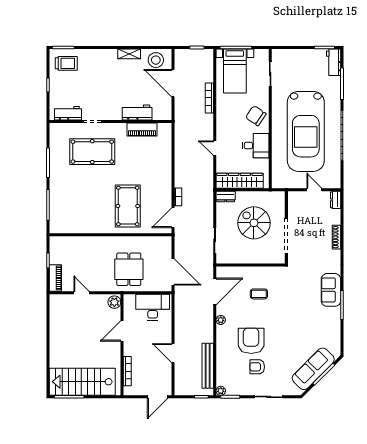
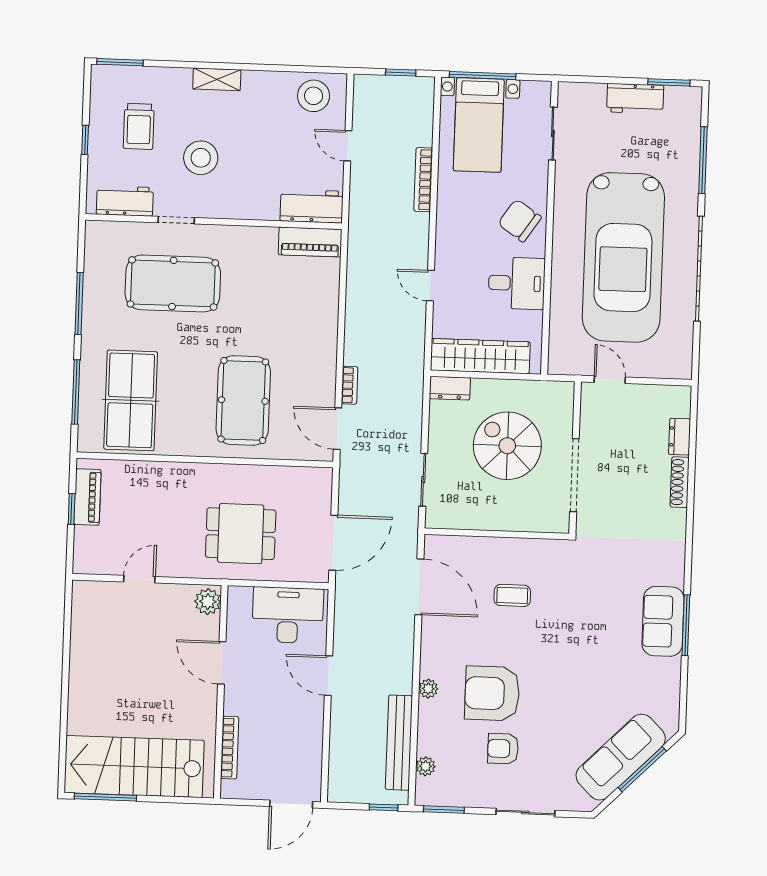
shelving: (129, 54) -> (217, 79), moved
workbench: (334, 62) -> (635, 99), moved, turned -90
trolley: (66, 63) -> (139, 126), moved, turned 90
door: (173, 83) -> (348, 146), width x0.53
stool: (103, 91) -> (201, 158), added
workbench: (137, 112) -> (312, 206), moved
piano: (142, 130) -> (310, 242), moved
door: (314, 190) -> (610, 380), moved
dresser: (336, 200) -> (680, 437), moved
table tennis table: (74, 208) -> (131, 400), added
door: (173, 218) -> (338, 429), hinge flipped
dining table: (129, 269) -> (241, 534), turned 90
door: (173, 272) -> (333, 543), hinge flipped
piano: (55, 278) -> (87, 497), moved
sofa: (331, 290) -> (663, 621), moved
door: (215, 291) -> (419, 587), hinge flipped
door: (81, 293) -> (139, 579), hinge flipped
plant: (221, 320) -> (428, 689), moved
door: (122, 331) -> (222, 663), hinge flipped
armchair: (251, 341) -> (492, 693), turned -90
door: (173, 353) -> (328, 676), moved
plant: (221, 391) -> (425, 766), moved

